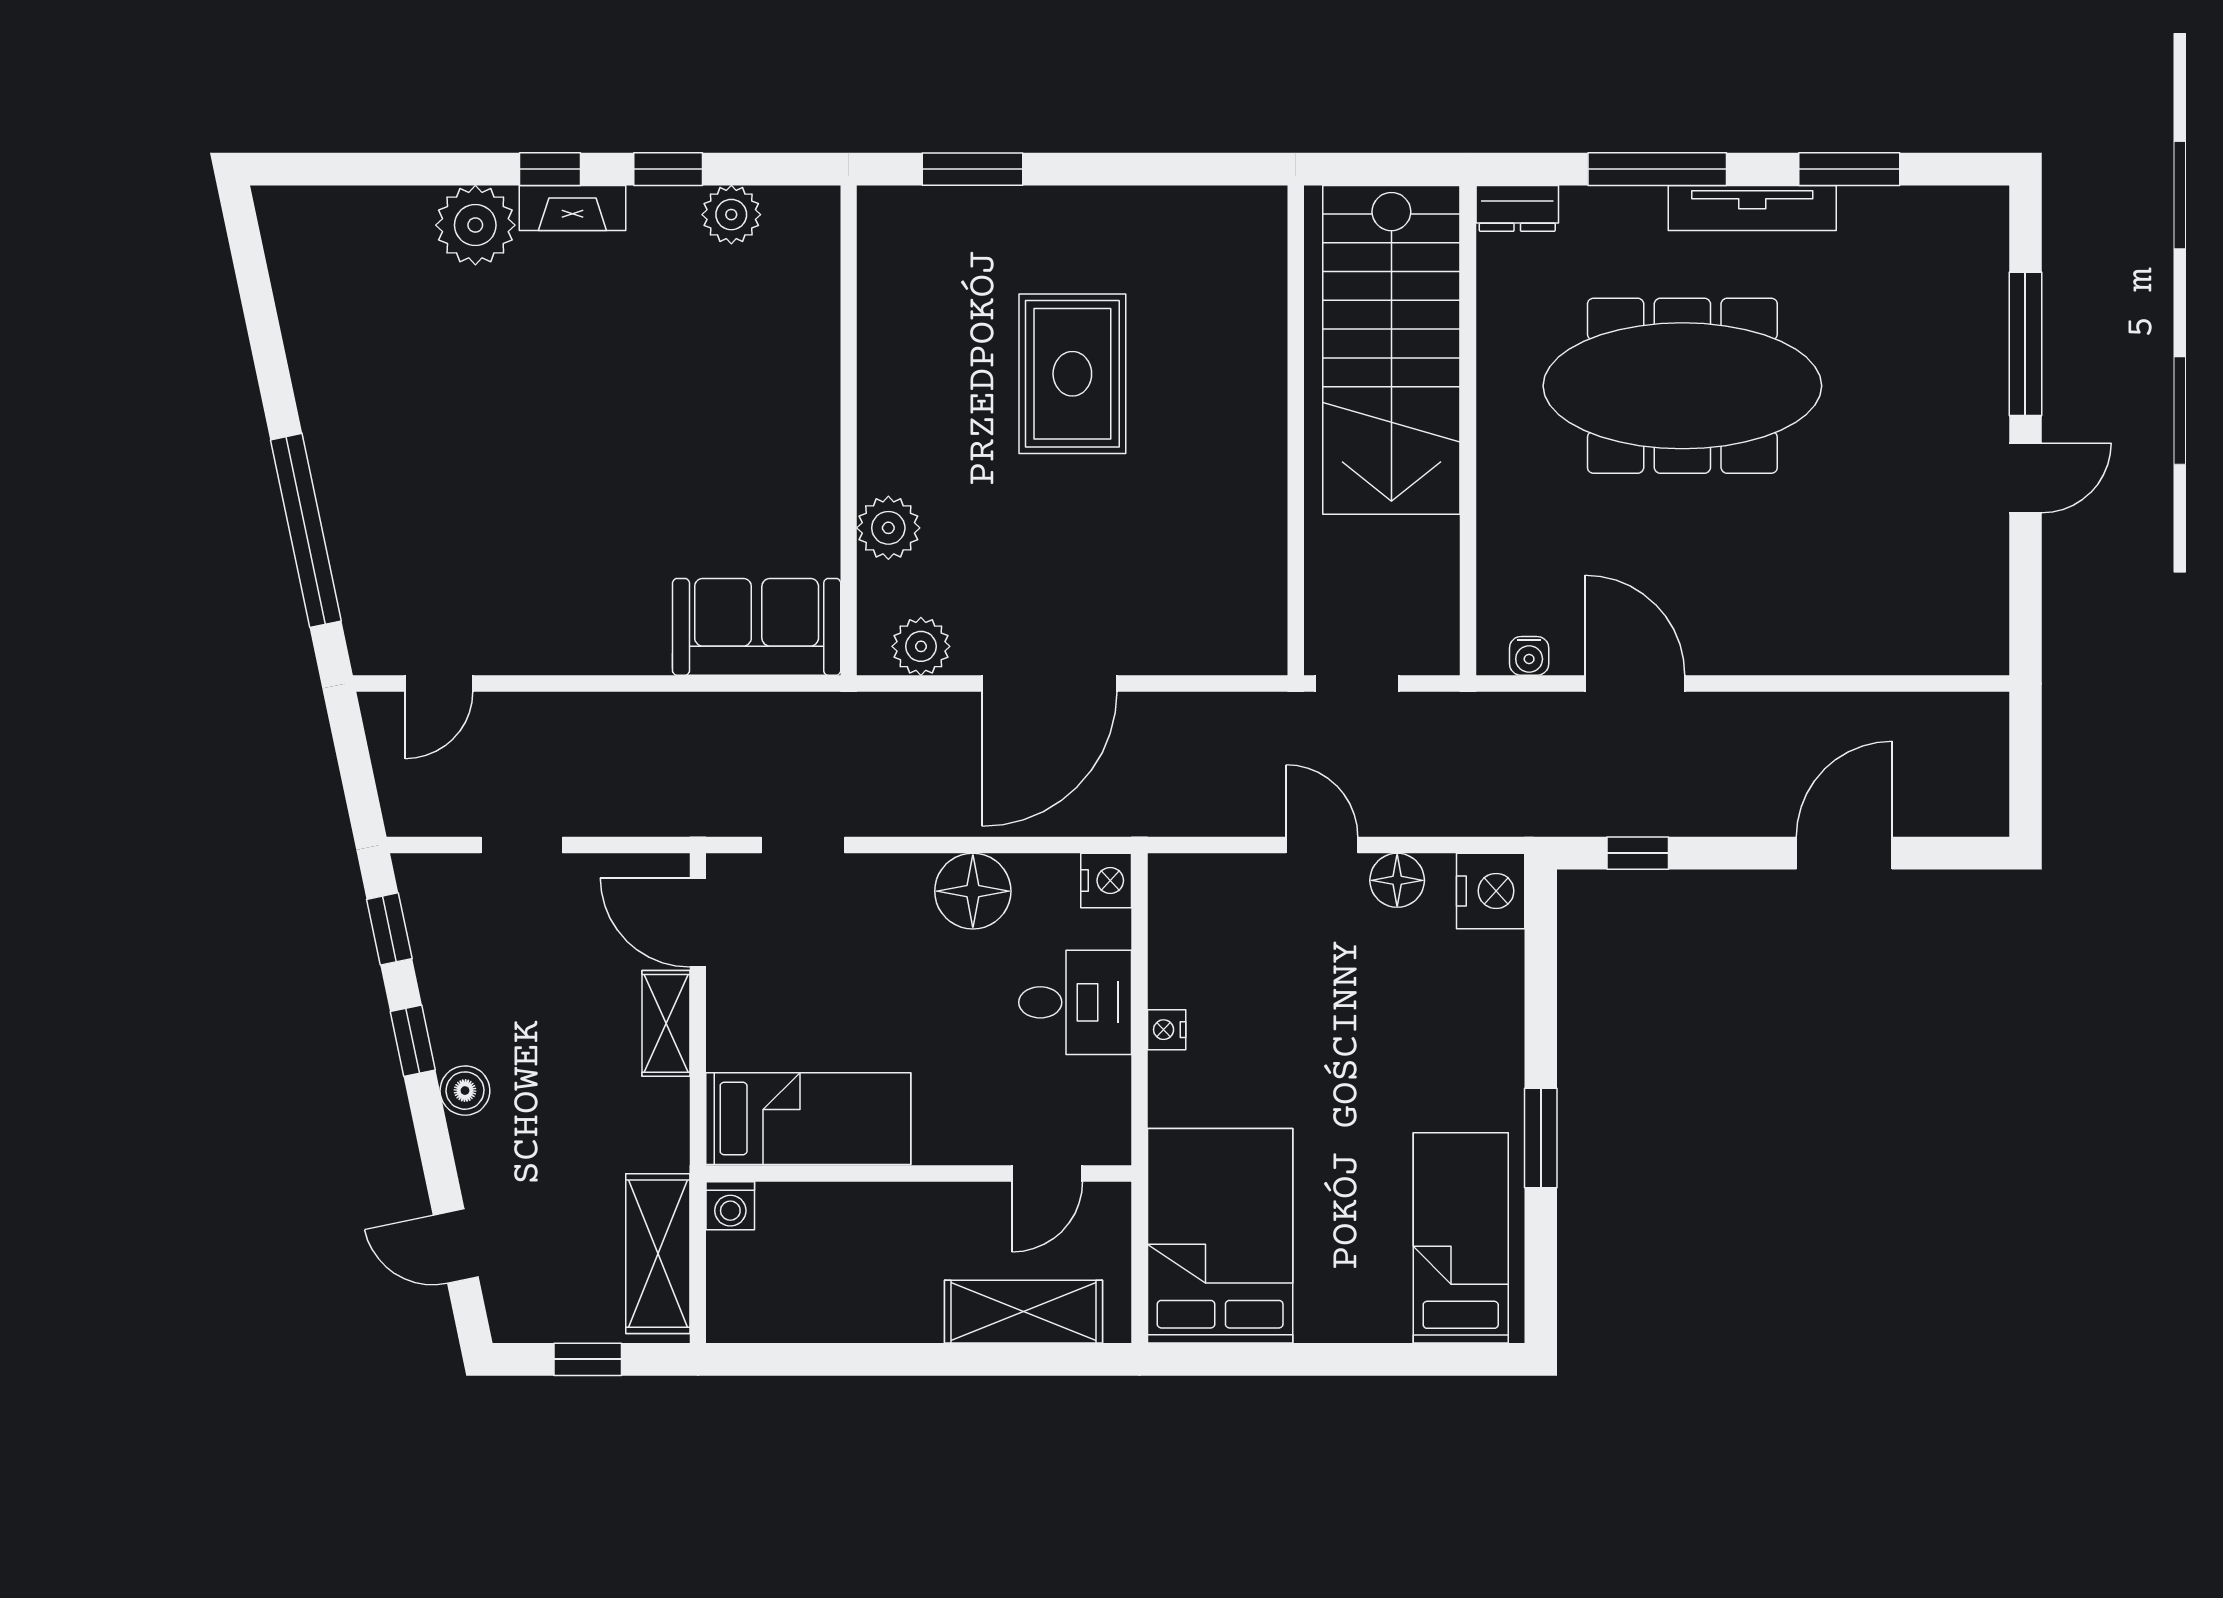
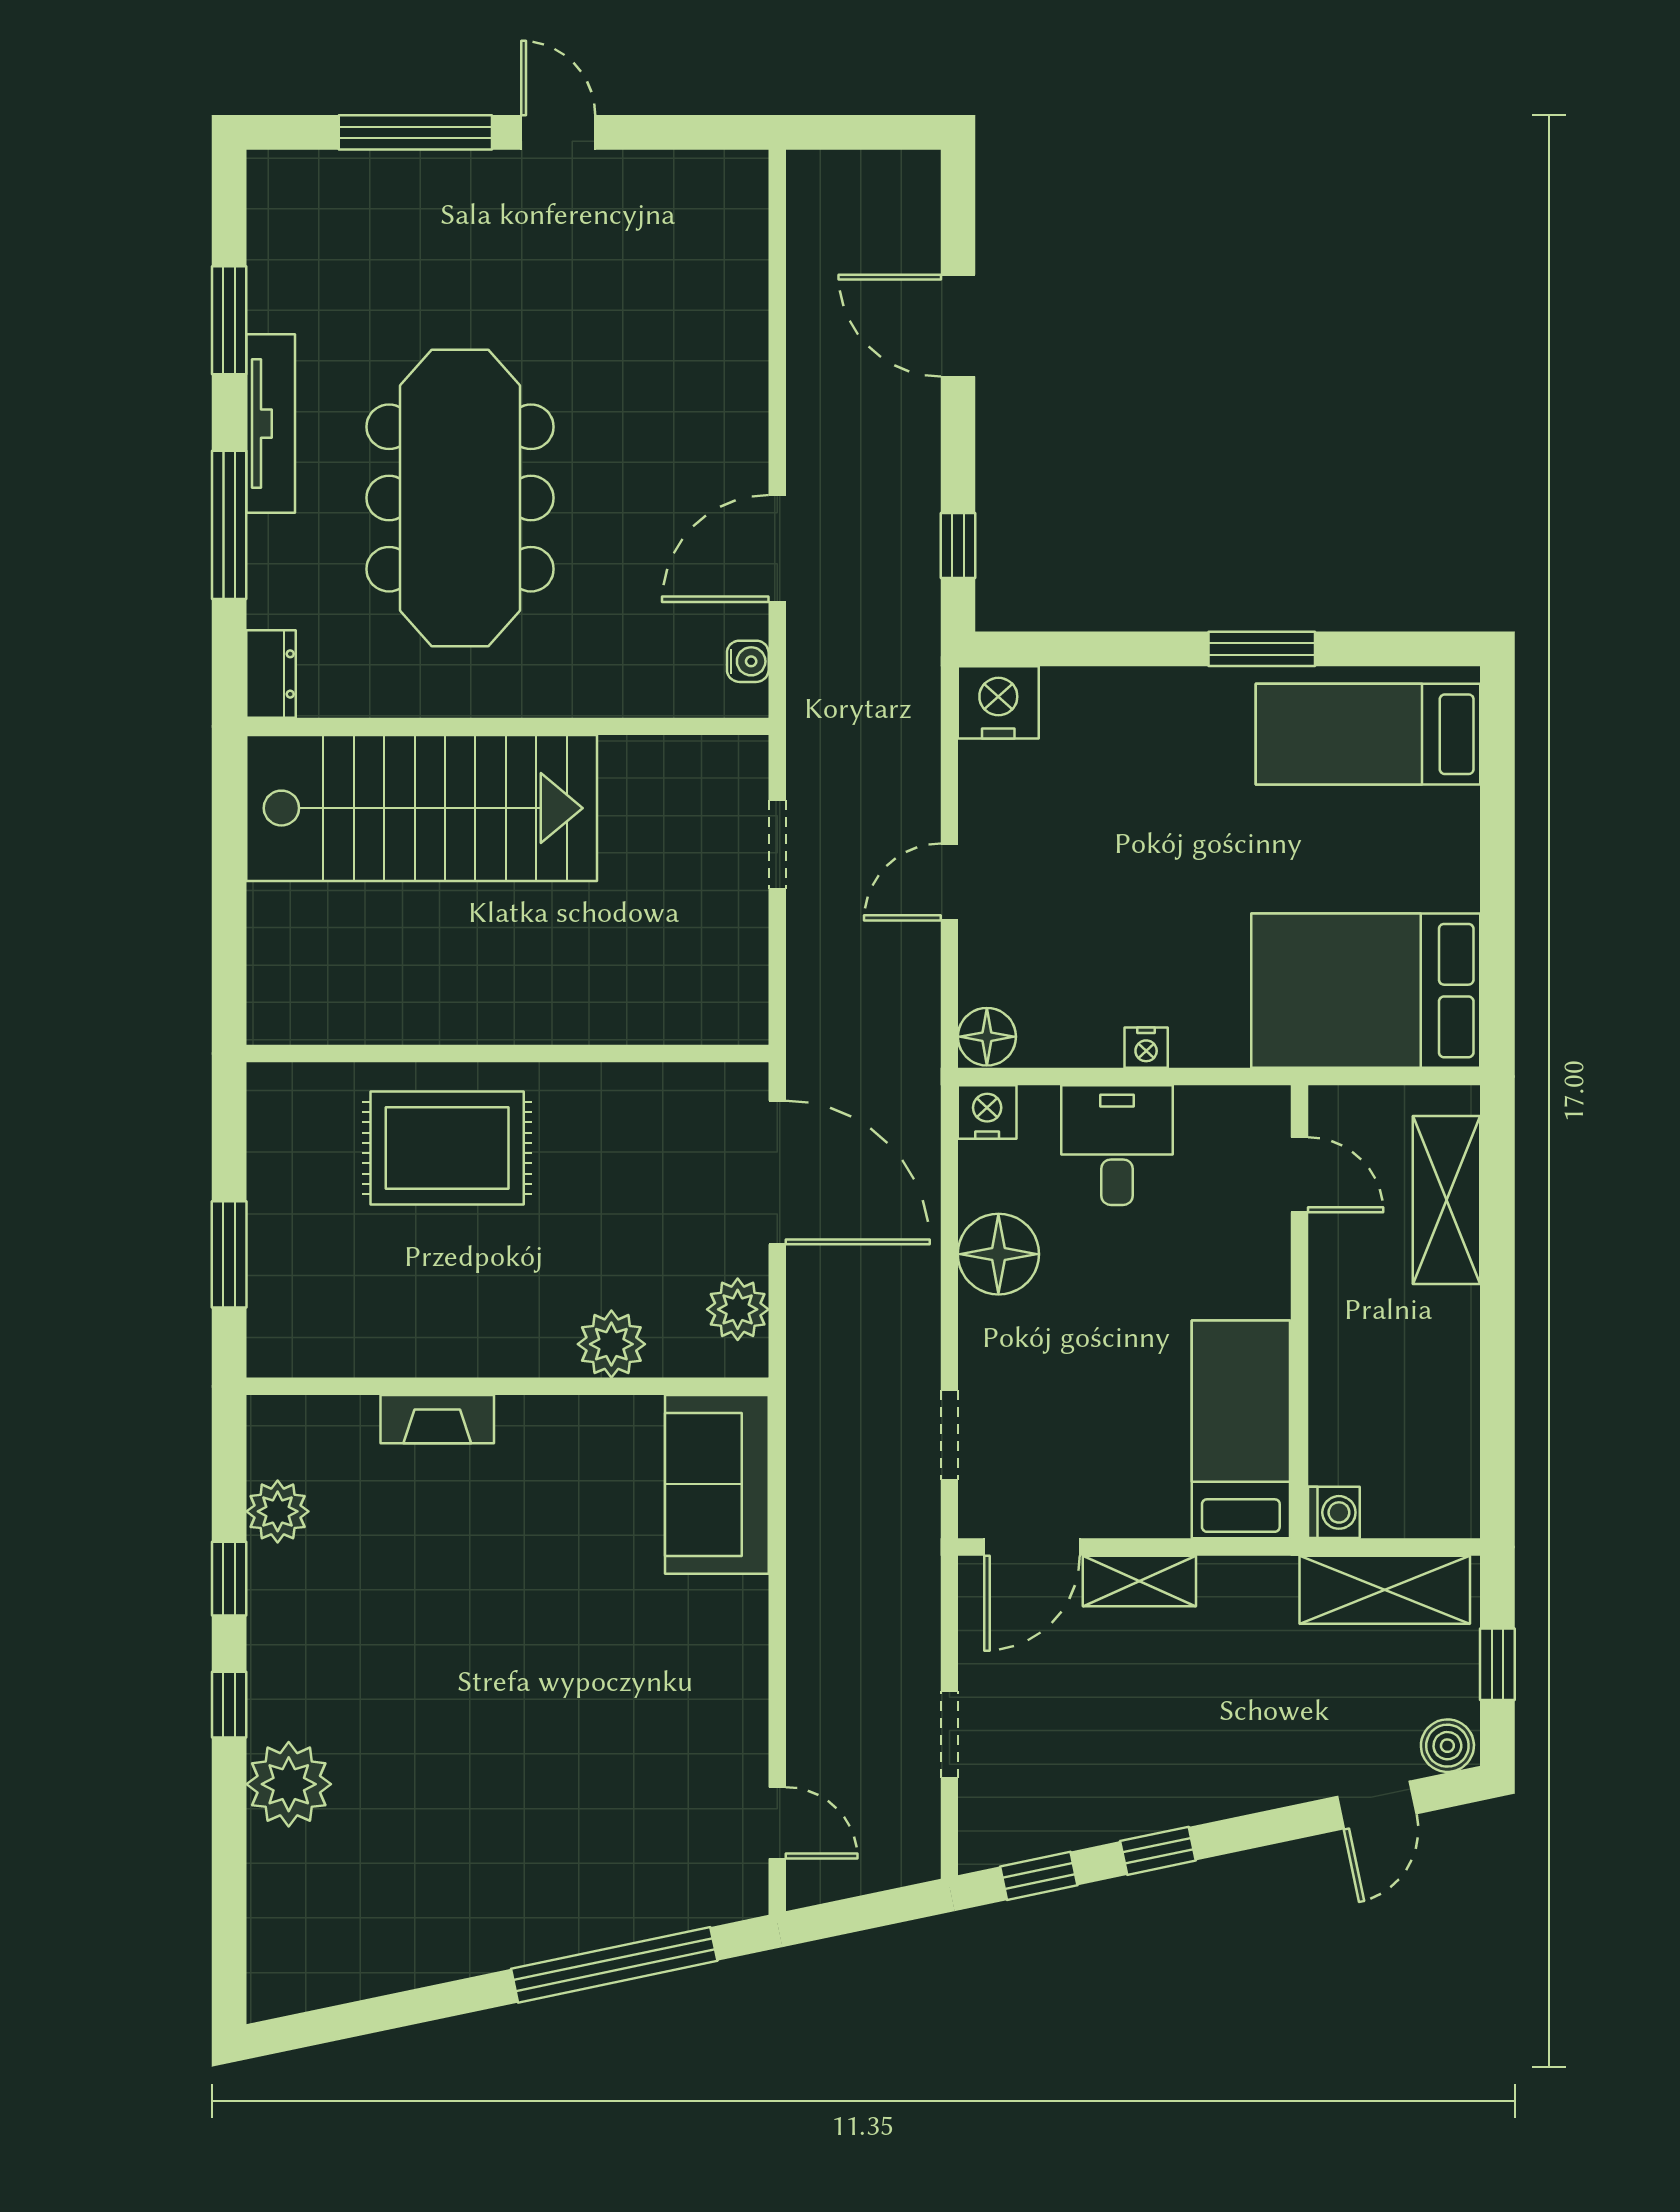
fireplace: (572, 208) -> (437, 1419), moved, turned 90
wall: (1296, 430) -> (507, 1053), moved
floor lamp: (1397, 880) -> (987, 1037), moved
boiler: (465, 1091) -> (1447, 1746), moved

